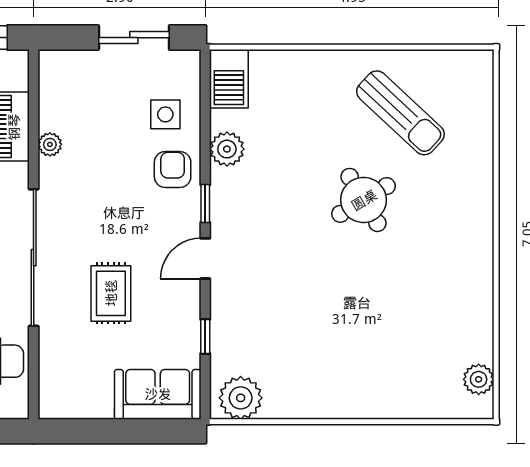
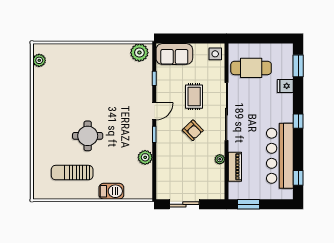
barbecue: (229, 79) -> (111, 191), moved, turned 90
sun lounger: (400, 113) -> (72, 173), turned -43
side table: (165, 114) -> (215, 54), moved
armchair: (173, 169) -> (193, 130), moved, turned -44
round table: (364, 200) -> (88, 136), turned 31

